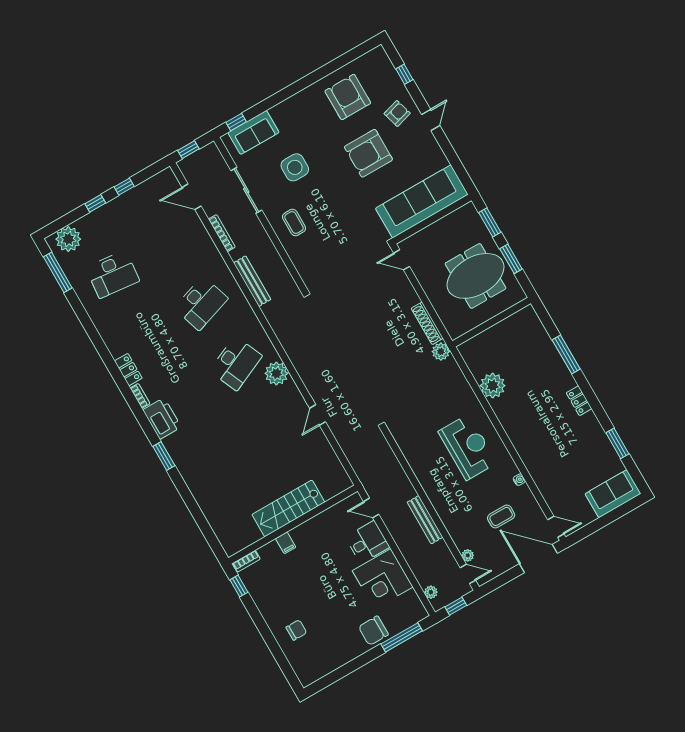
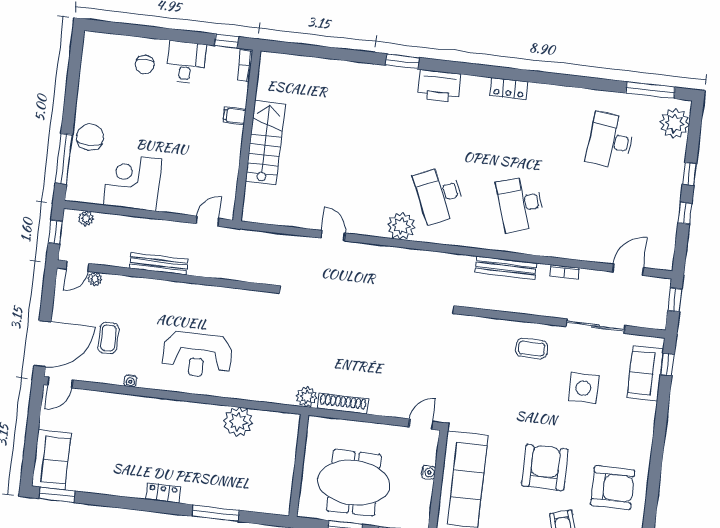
water cooler: (431, 230) -> (428, 472), added
bookcase: (222, 233) -> (564, 272), width x0.64
meeting table: (475, 276) -> (354, 483), turned 90
bookcase: (140, 396) -> (476, 81), removed
window: (617, 443) -> (57, 495), moved
desk: (367, 542) -> (186, 62), moved, turned 180

